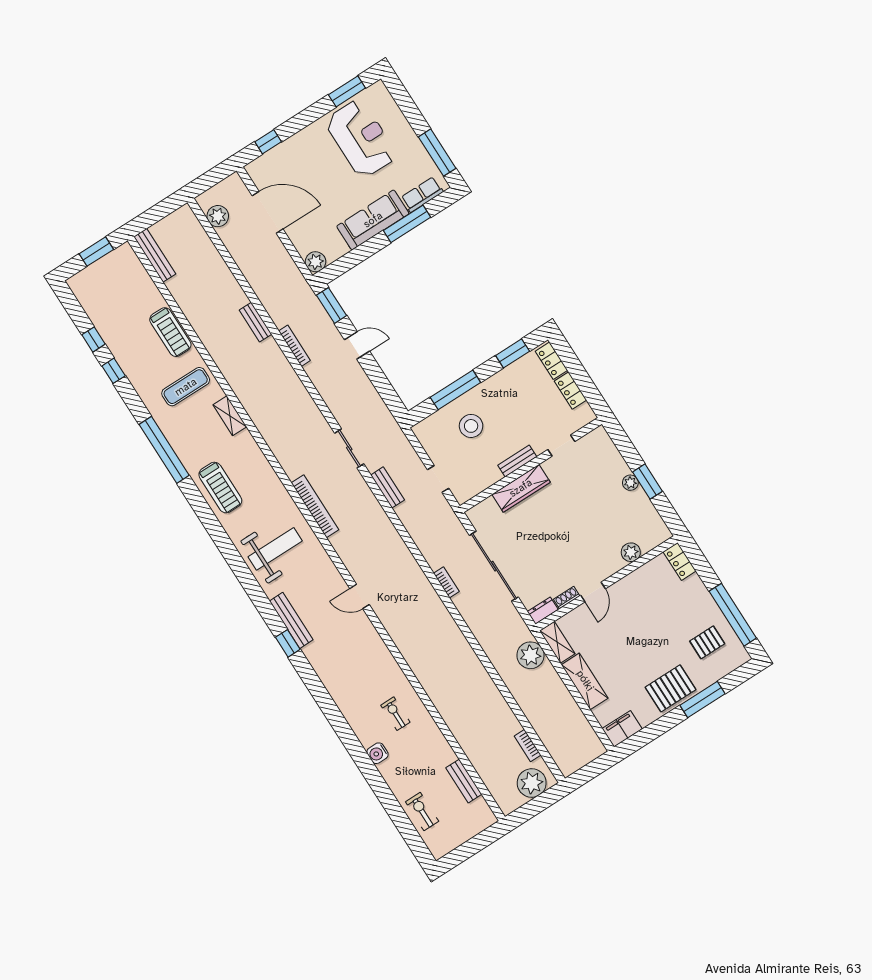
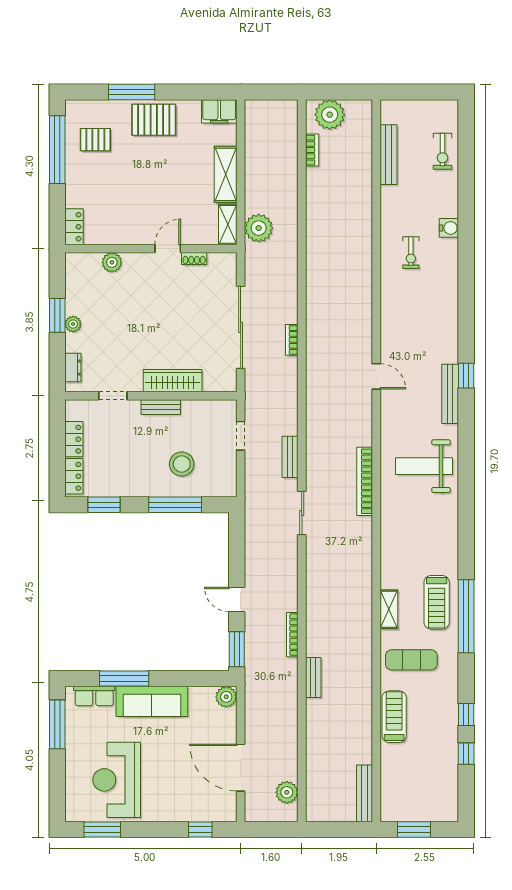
treadmill: (220, 488) -> (437, 602), moved, turned 180
dresser: (543, 611) -> (73, 368), moved, turned -90
bench: (464, 781) -> (389, 155), width x1.36

